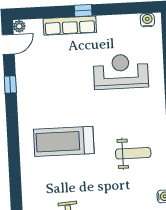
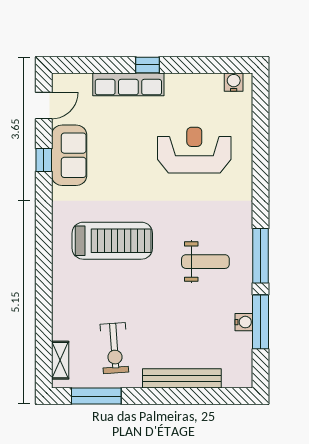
plant: (19, 26) -> (60, 82), removed
sofa: (29, 80) -> (69, 155), added
treadmill: (64, 141) -> (112, 241), turned 180

